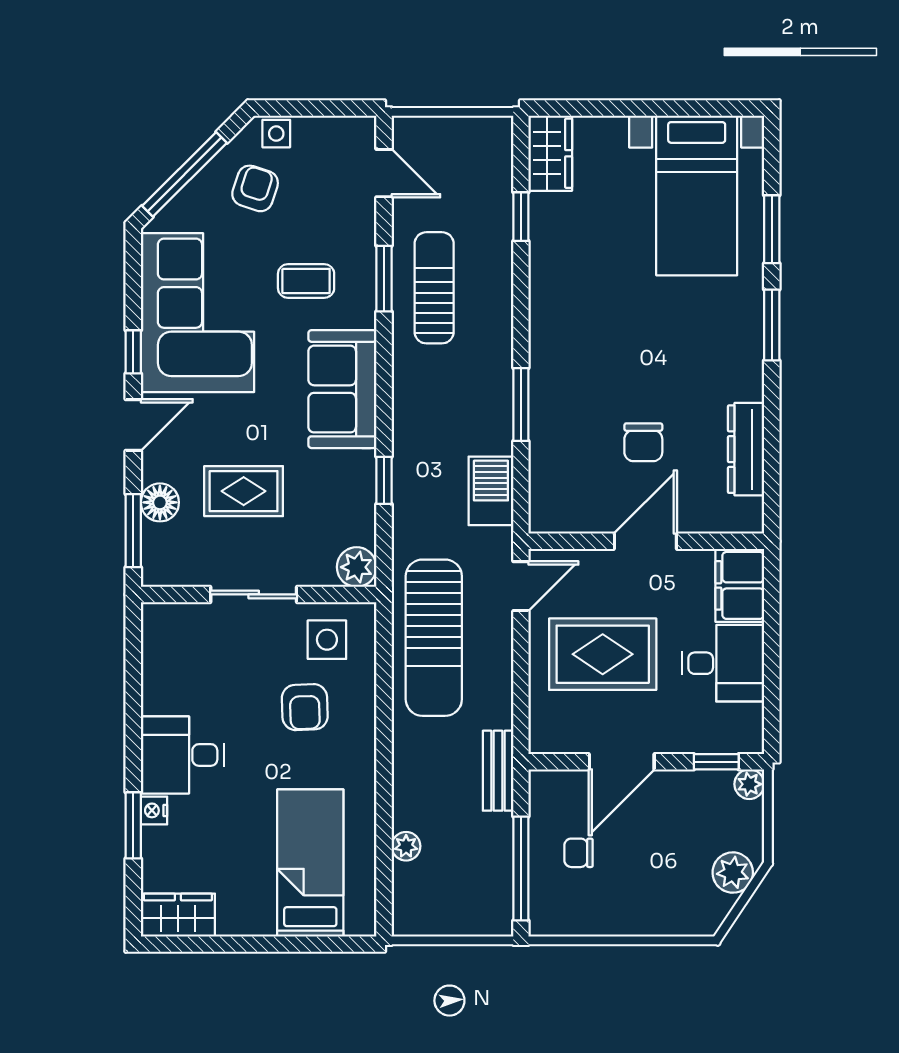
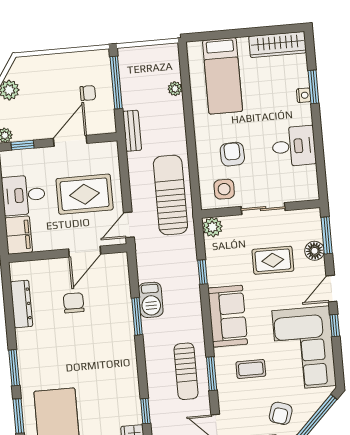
barbecue: (491, 491) -> (151, 300), moved
door: (645, 541) -> (85, 252), moved
desk: (182, 755) -> (294, 146), moved
wardrobe: (178, 915) -> (278, 44), width x1.50

